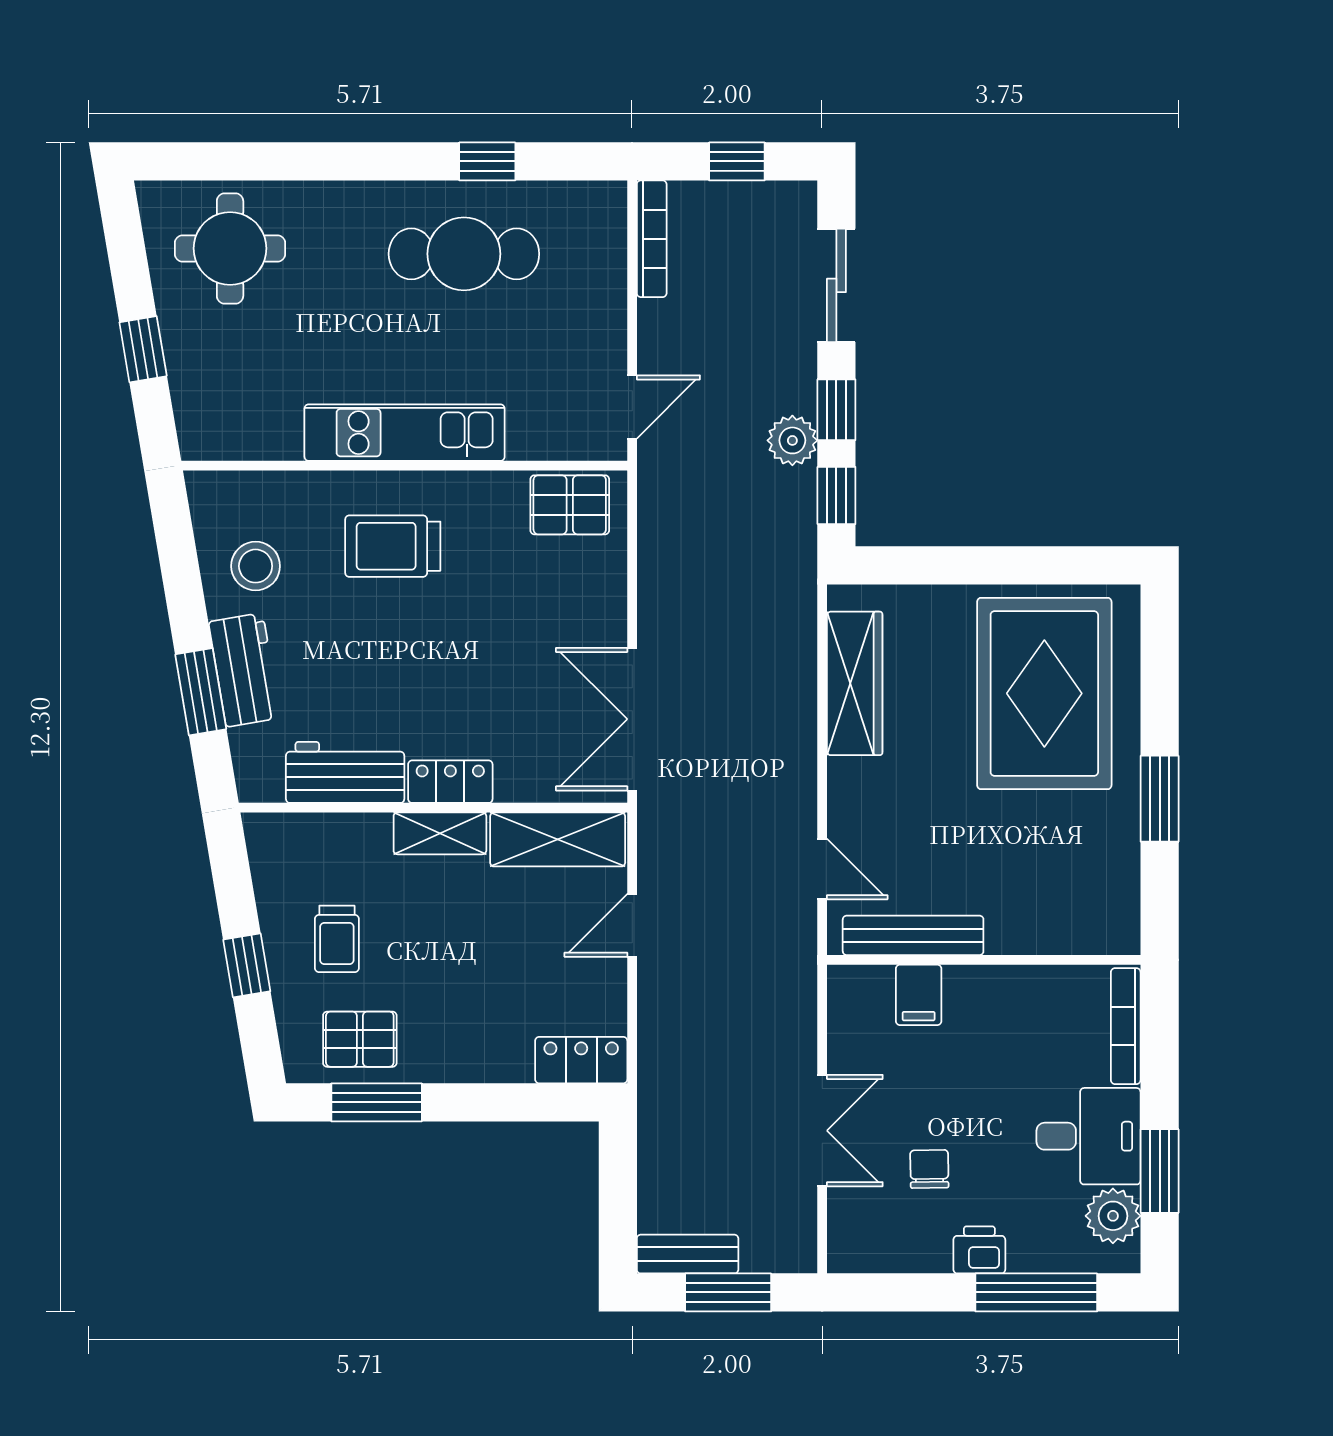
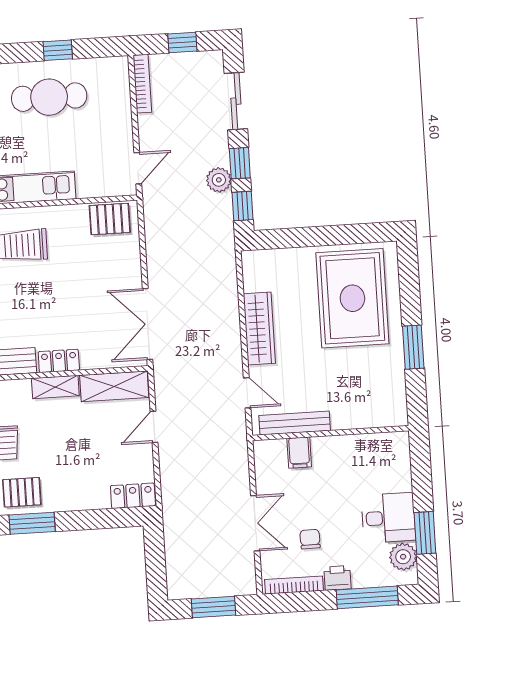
wardrobe: (855, 683) -> (259, 328), moved
bookcase: (1126, 1026) -> (294, 585), moved, turned 90
bench: (688, 1254) -> (192, 589), removed

